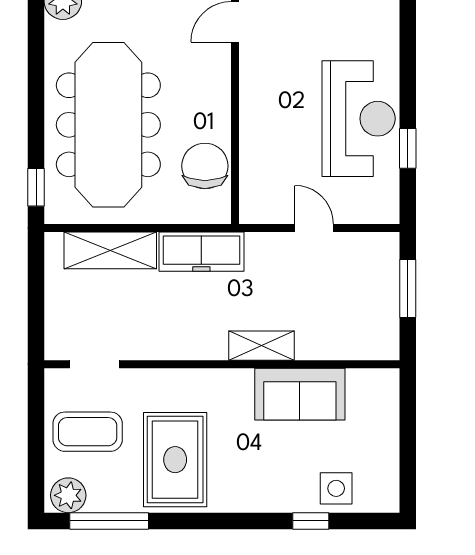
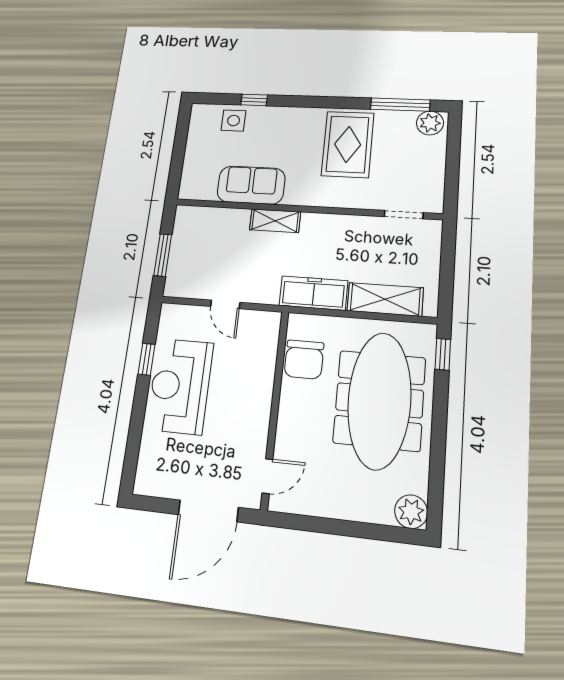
coffee table: (88, 432) -> (412, 167), removed

